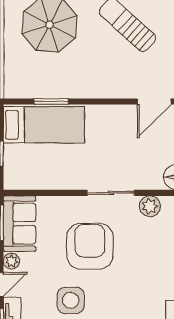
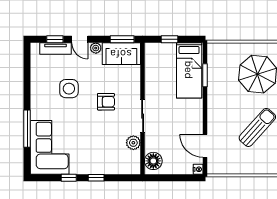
armchair: (90, 246) -> (106, 102), width x0.53, depth x0.53

